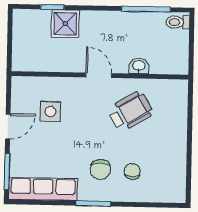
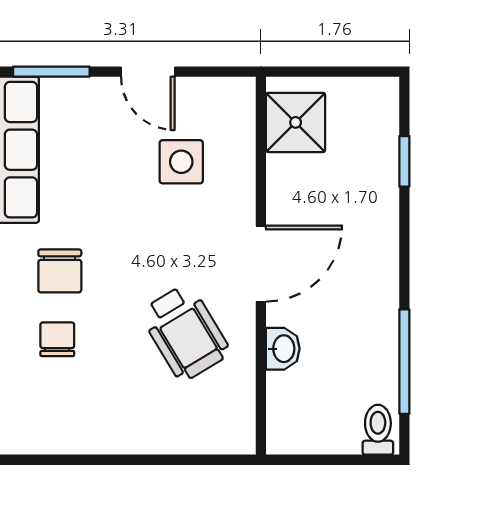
shower: (65, 24) -> (296, 122), moved
door: (99, 75) -> (261, 264), width x1.38
chair: (100, 169) -> (60, 271), turned -90
chair: (132, 171) -> (57, 339), turned -90

